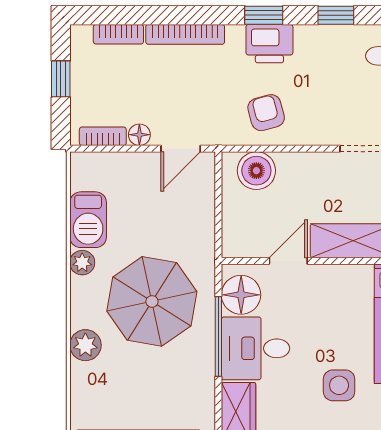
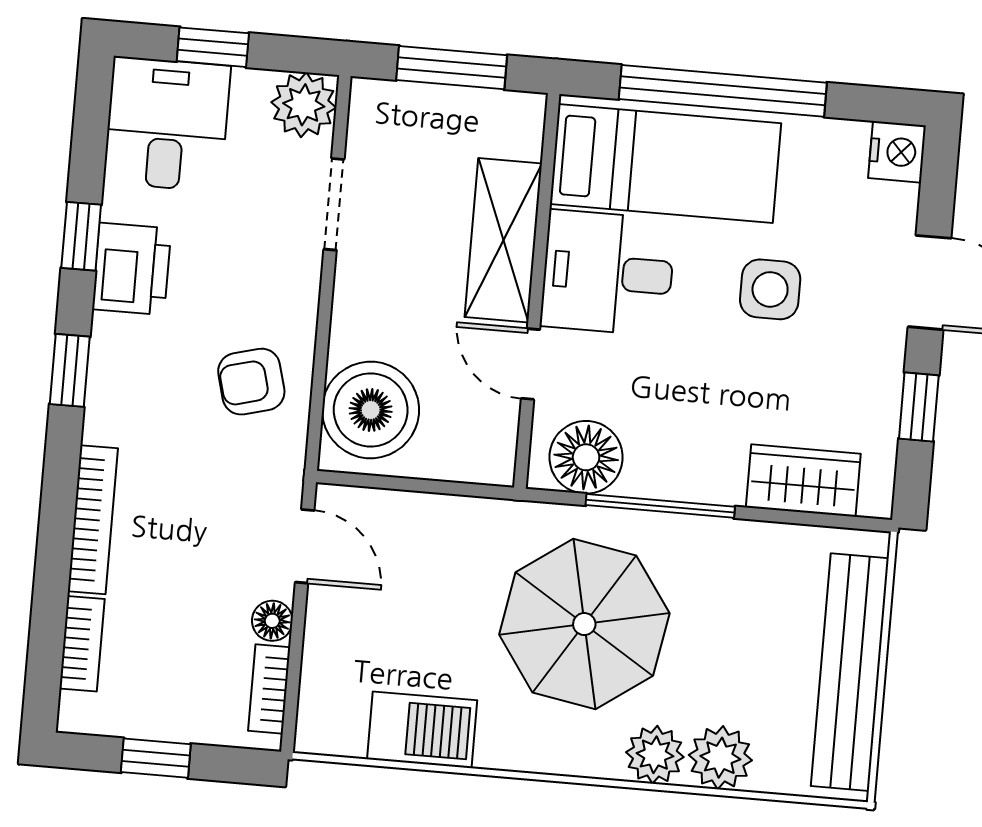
printer: (269, 44) -> (132, 269), moved
boiler: (256, 171) -> (371, 410), width x1.37, depth x1.37
plant: (82, 263) -> (720, 758), moved, width x1.38, depth x1.38
desk: (256, 348) -> (608, 273), moved, turned 90

